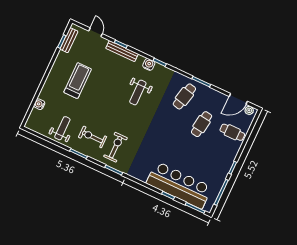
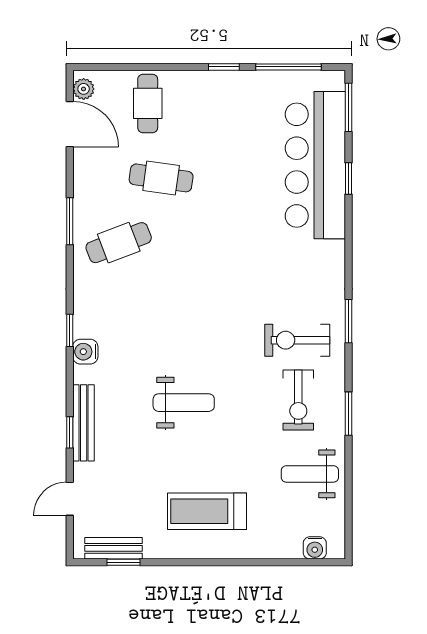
treadmill: (78, 81) -> (207, 511), moved
weight bench: (138, 92) -> (184, 403), moved
cafe table: (184, 96) -> (119, 243), turned -34
water cooler: (39, 104) -> (315, 548), moved

